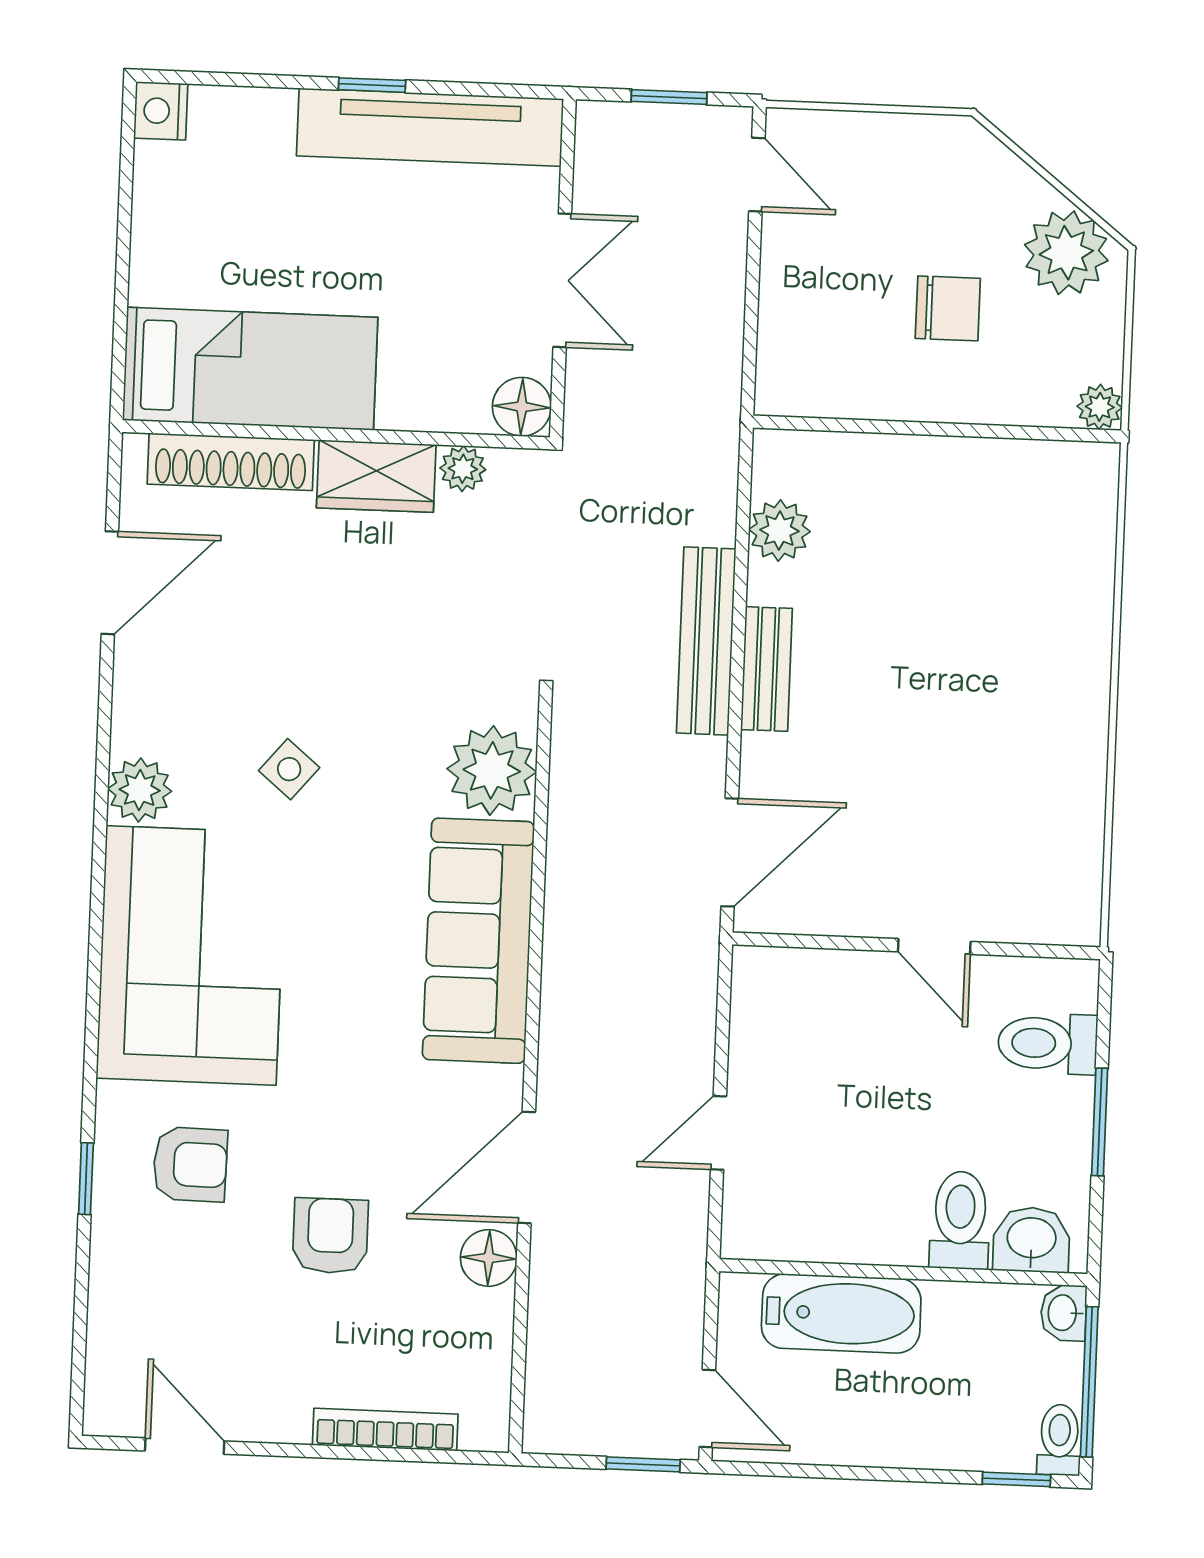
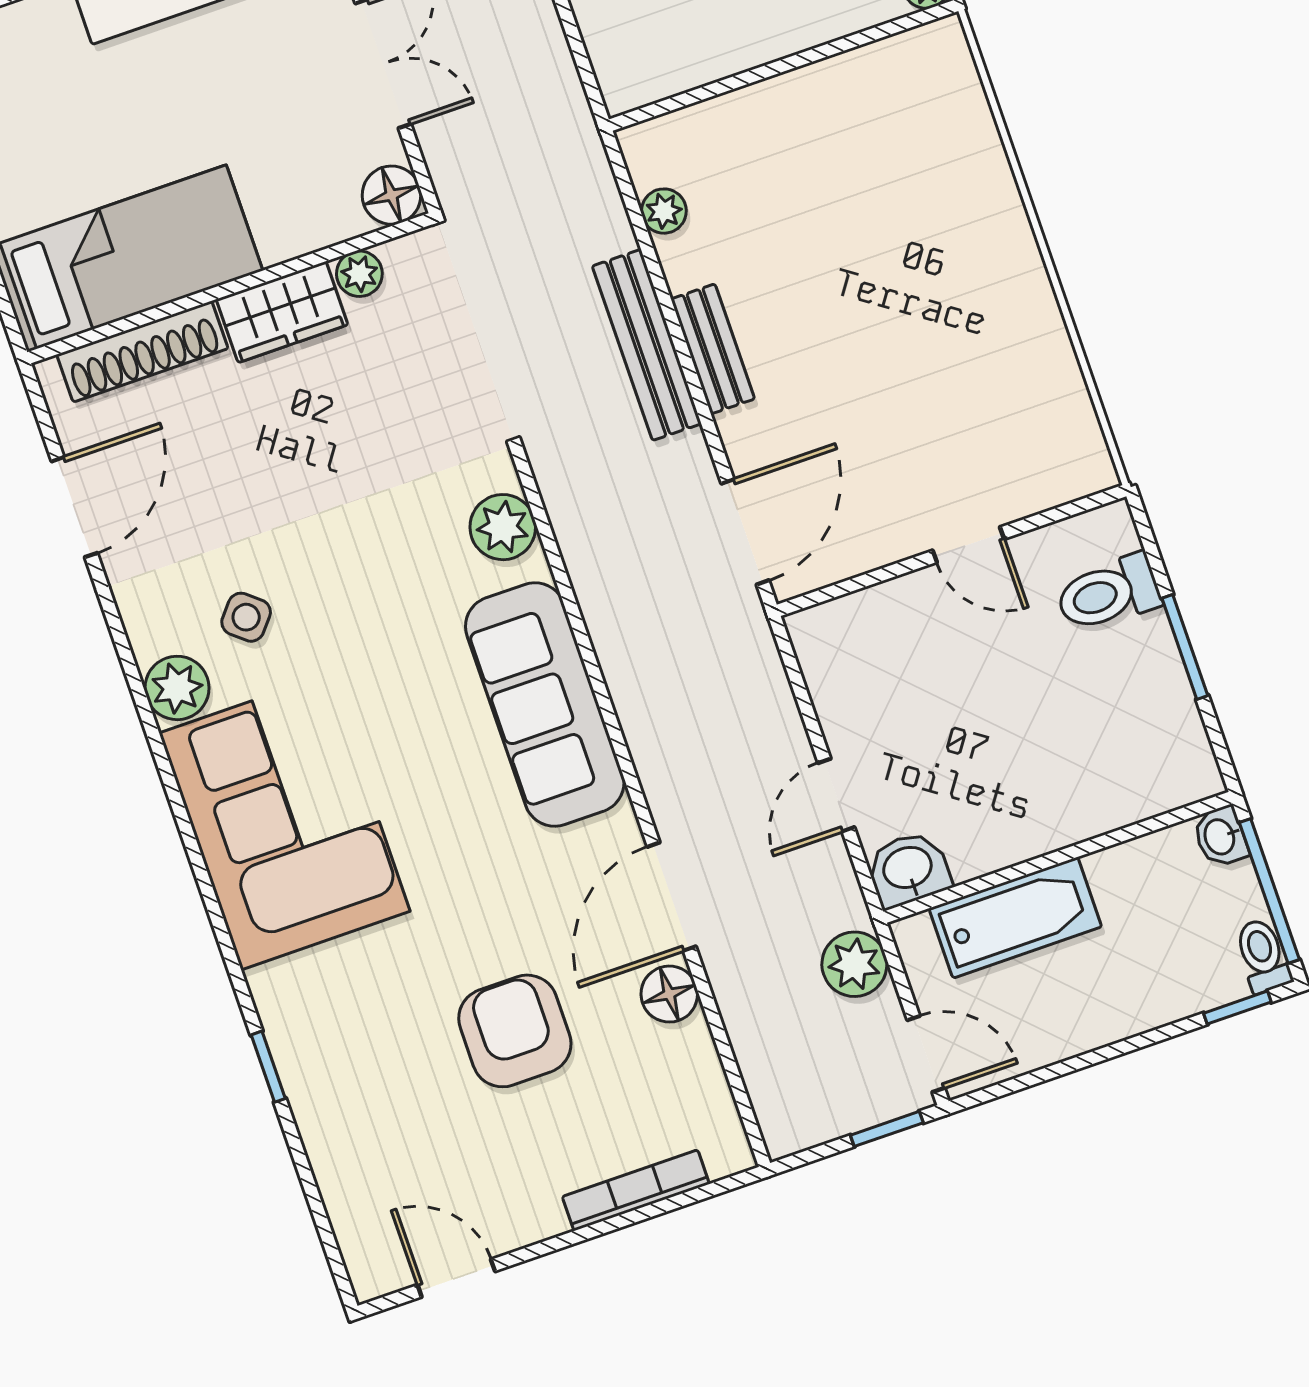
plant: (779, 530) -> (664, 211), width x0.73, depth x0.73
side table: (289, 769) -> (246, 617), moved
plant: (492, 770) -> (503, 527), width x0.73, depth x0.73
armchair: (190, 1164) -> (359, 1016), removed
toilet: (960, 1220) -> (1091, 788), removed
armchair: (330, 1236) -> (515, 1031), width x1.38, depth x1.38
washbasin: (1031, 1240) -> (908, 869), moved
plant: (673, 1298) -> (854, 964), added

